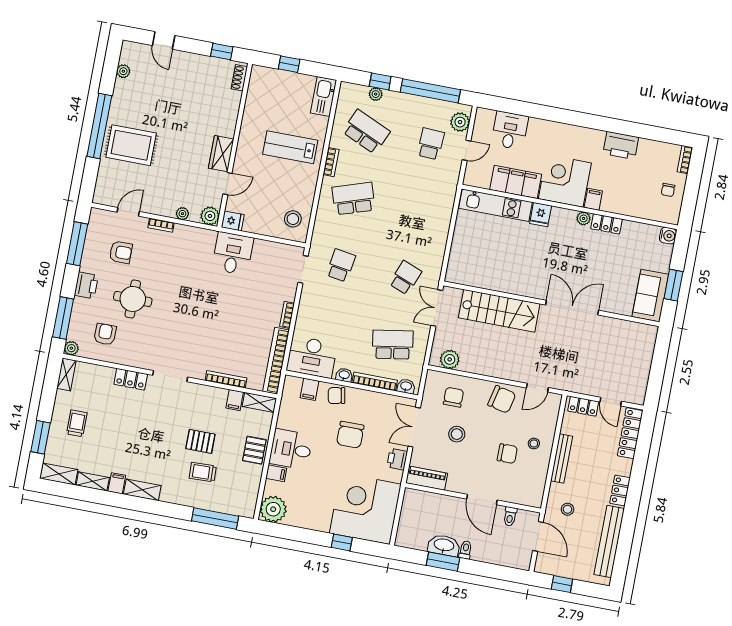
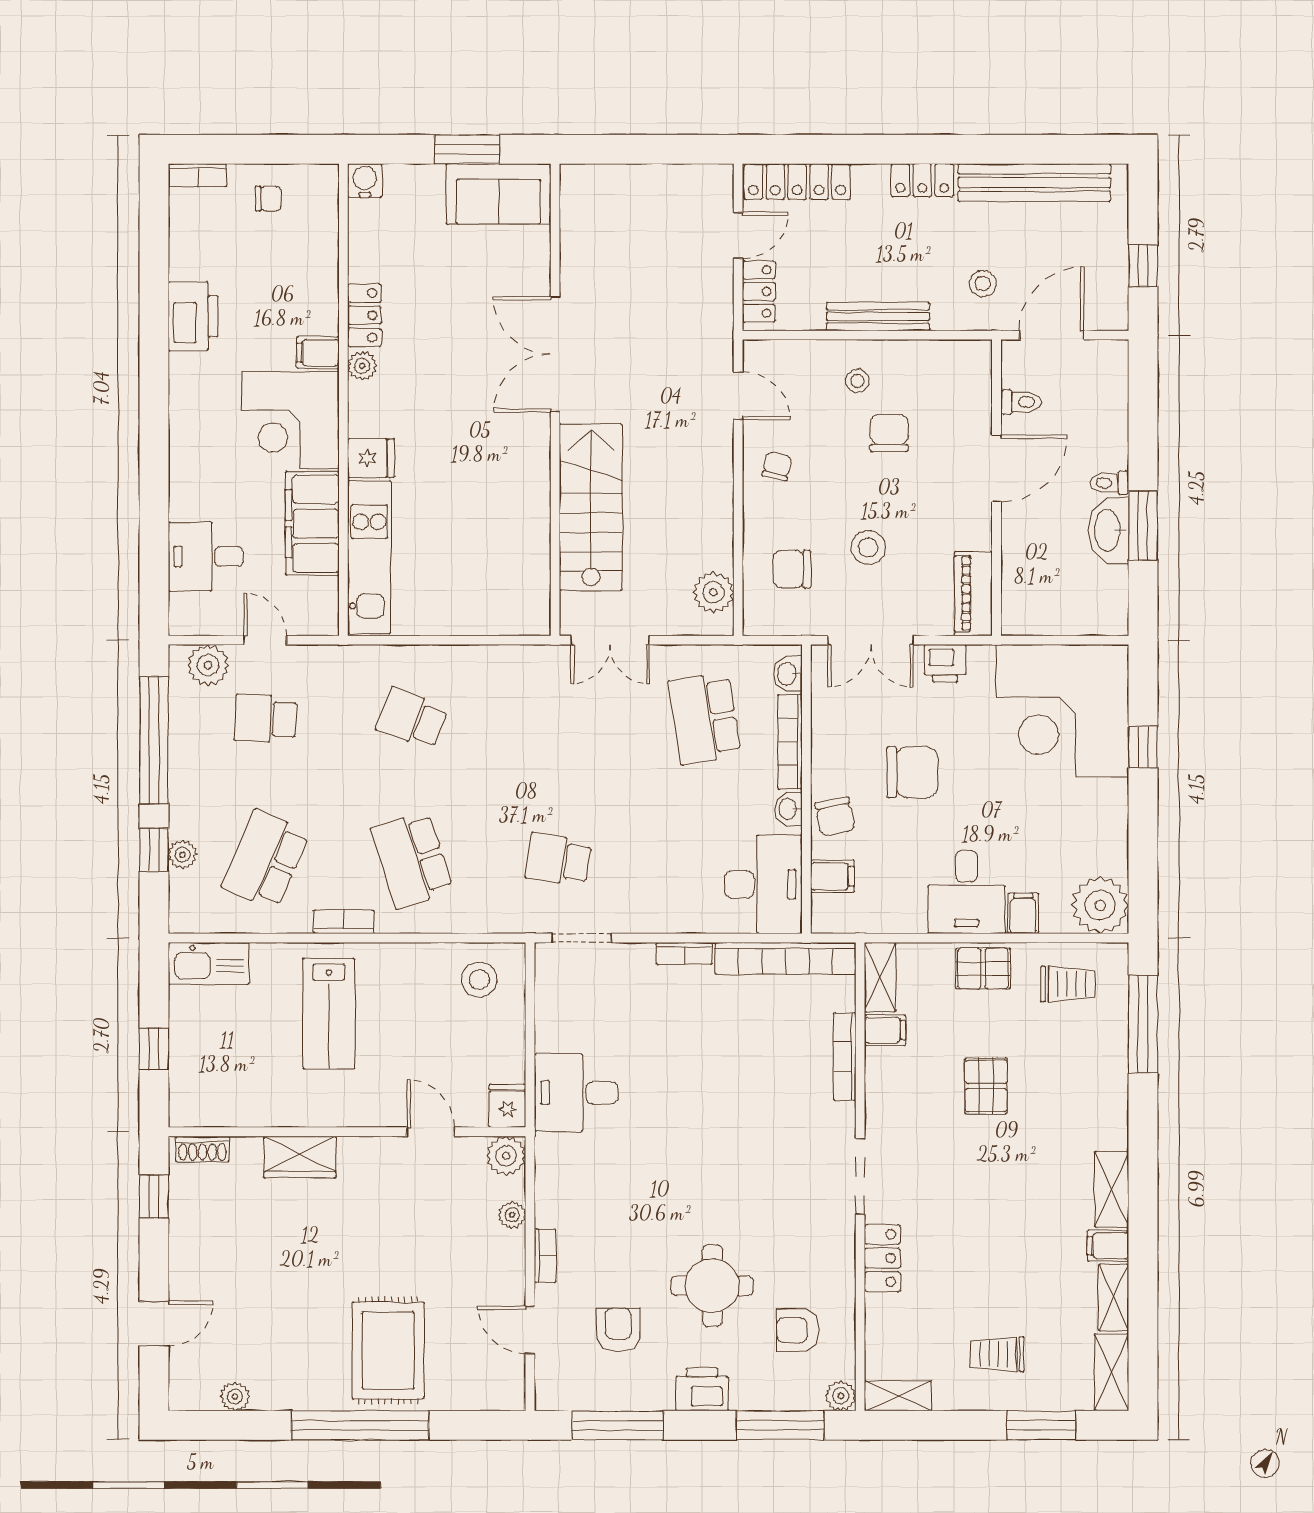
wardrobe: (221, 154) -> (300, 1157), moved
school desk: (405, 278) -> (412, 719), moved
chair: (502, 399) -> (777, 466), width x0.54, depth x0.54
trolley: (203, 472) -> (1068, 984), moved, turned -88

